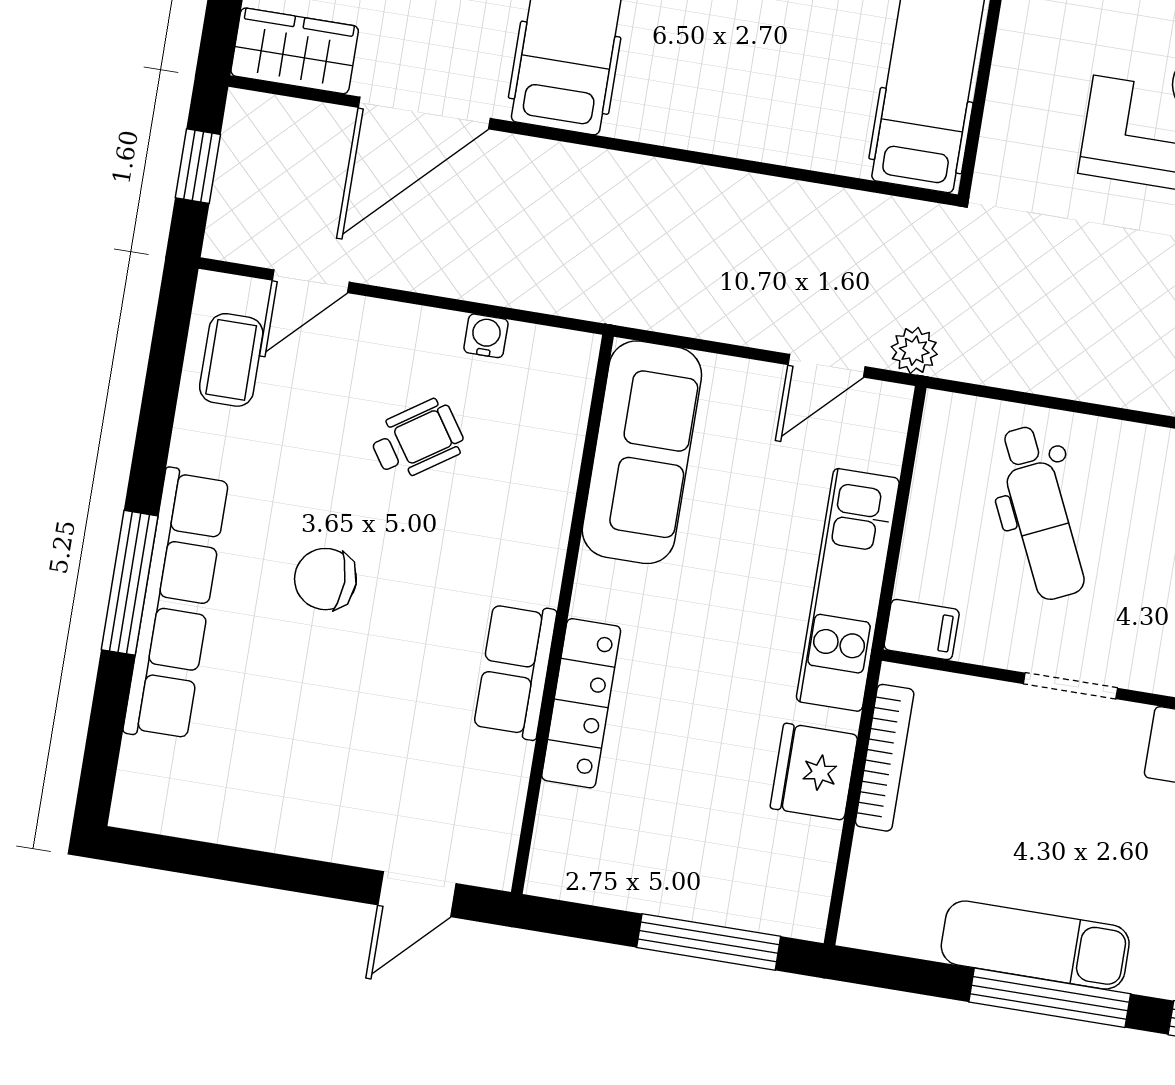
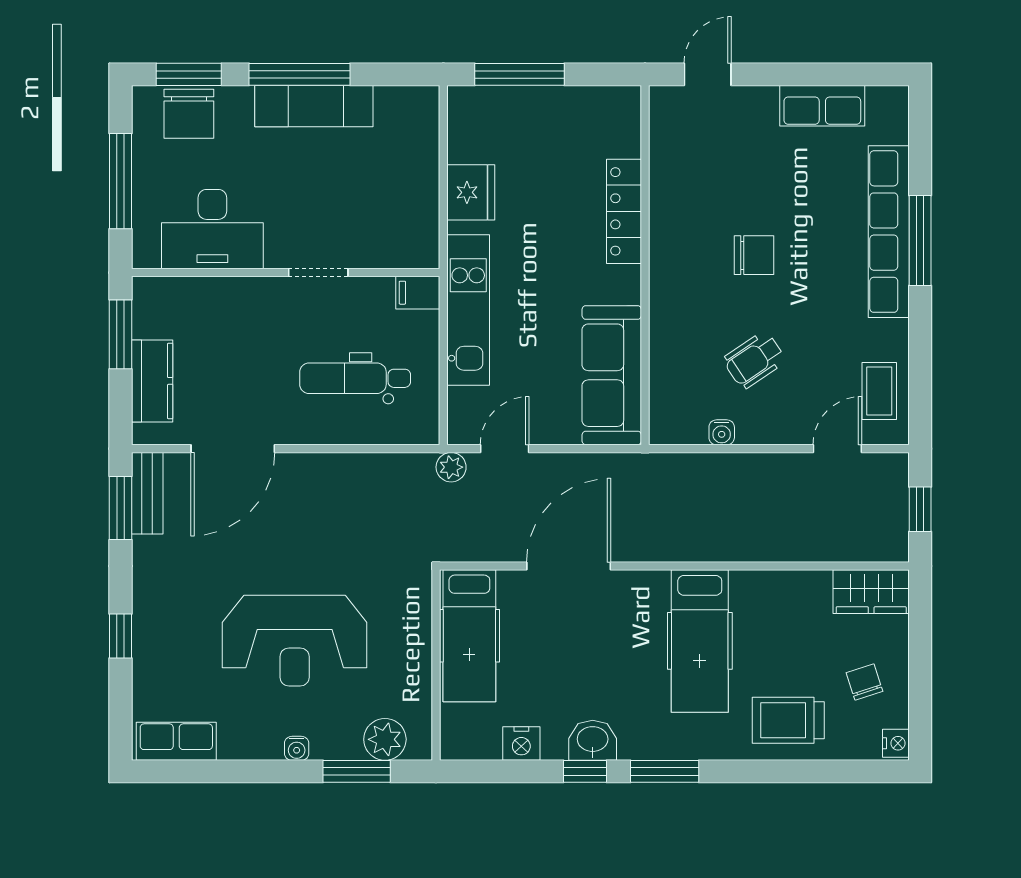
door: (424, 113) -> (569, 566), moved
dental chair: (1041, 513) -> (355, 378), turned -65
chair: (325, 579) -> (754, 255), moved
row of seats: (515, 670) -> (822, 106), moved, turned 90
bookcase: (885, 758) -> (428, 208), removed

